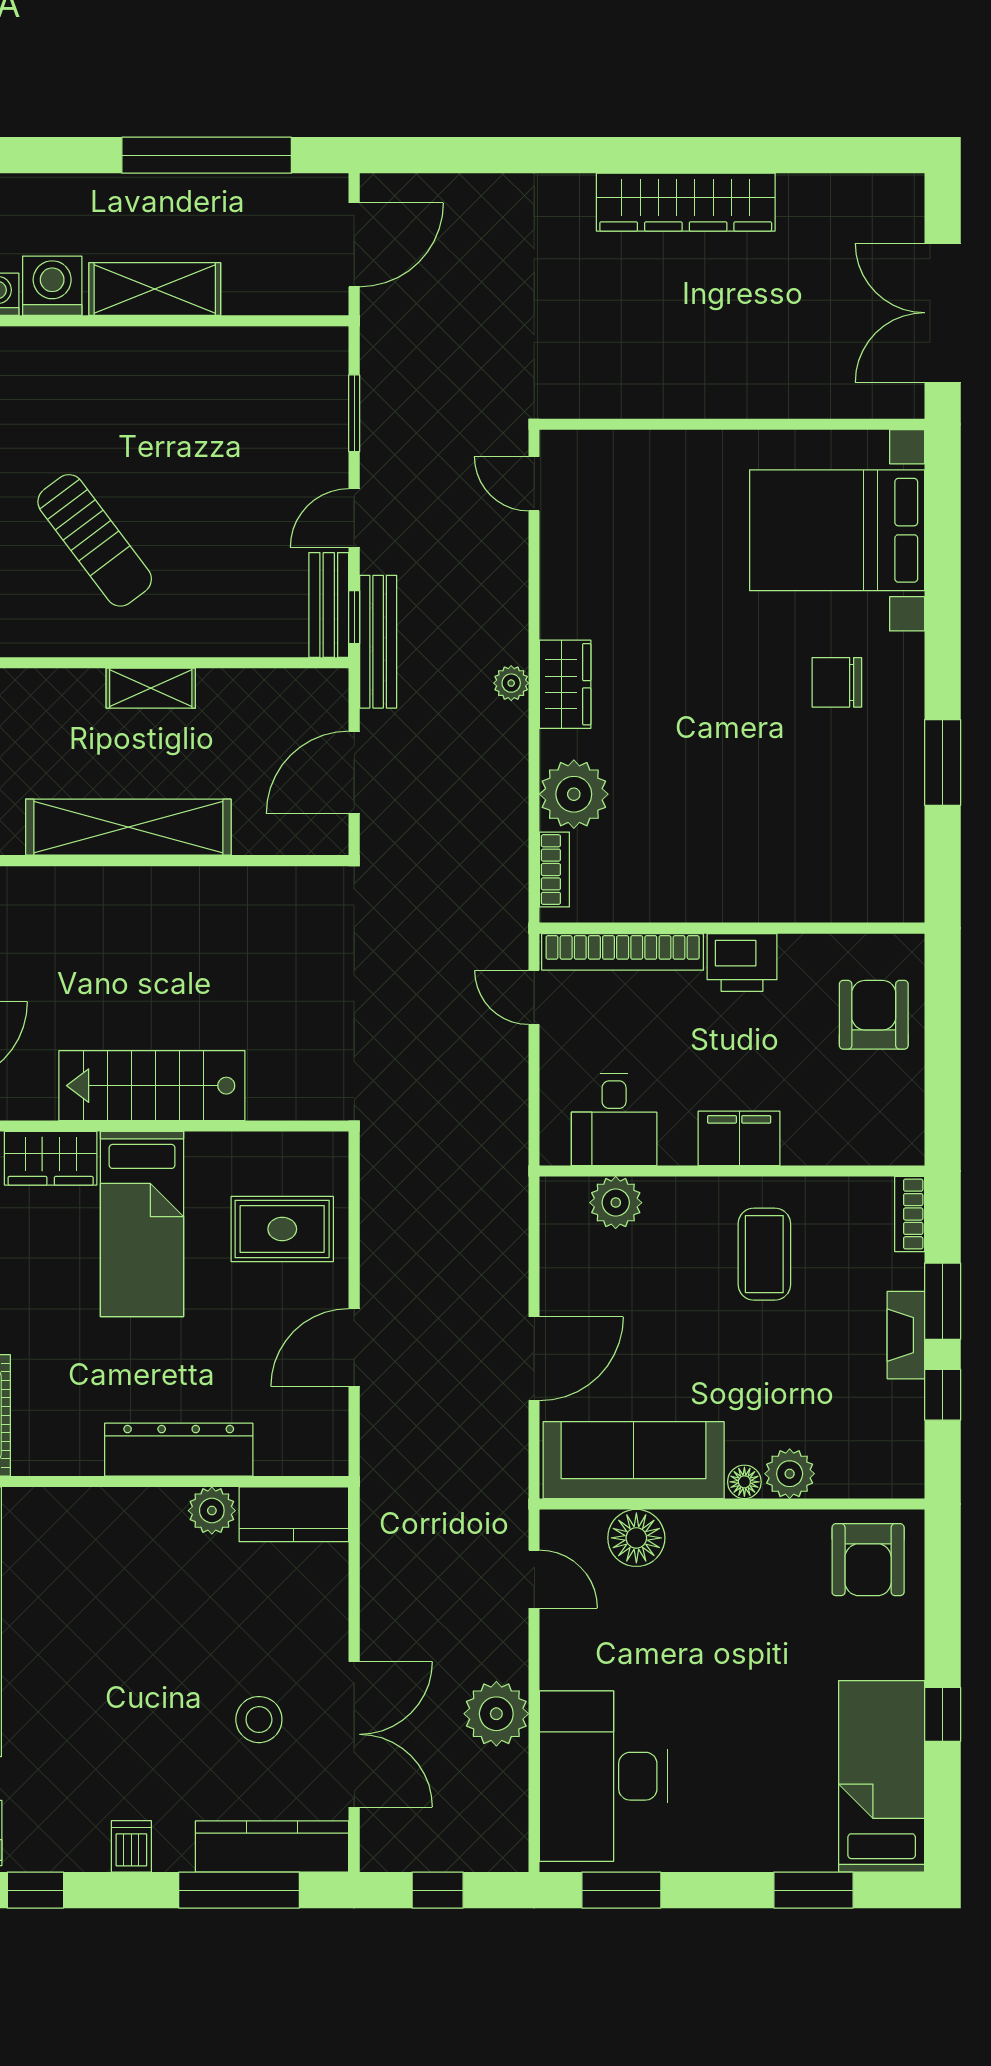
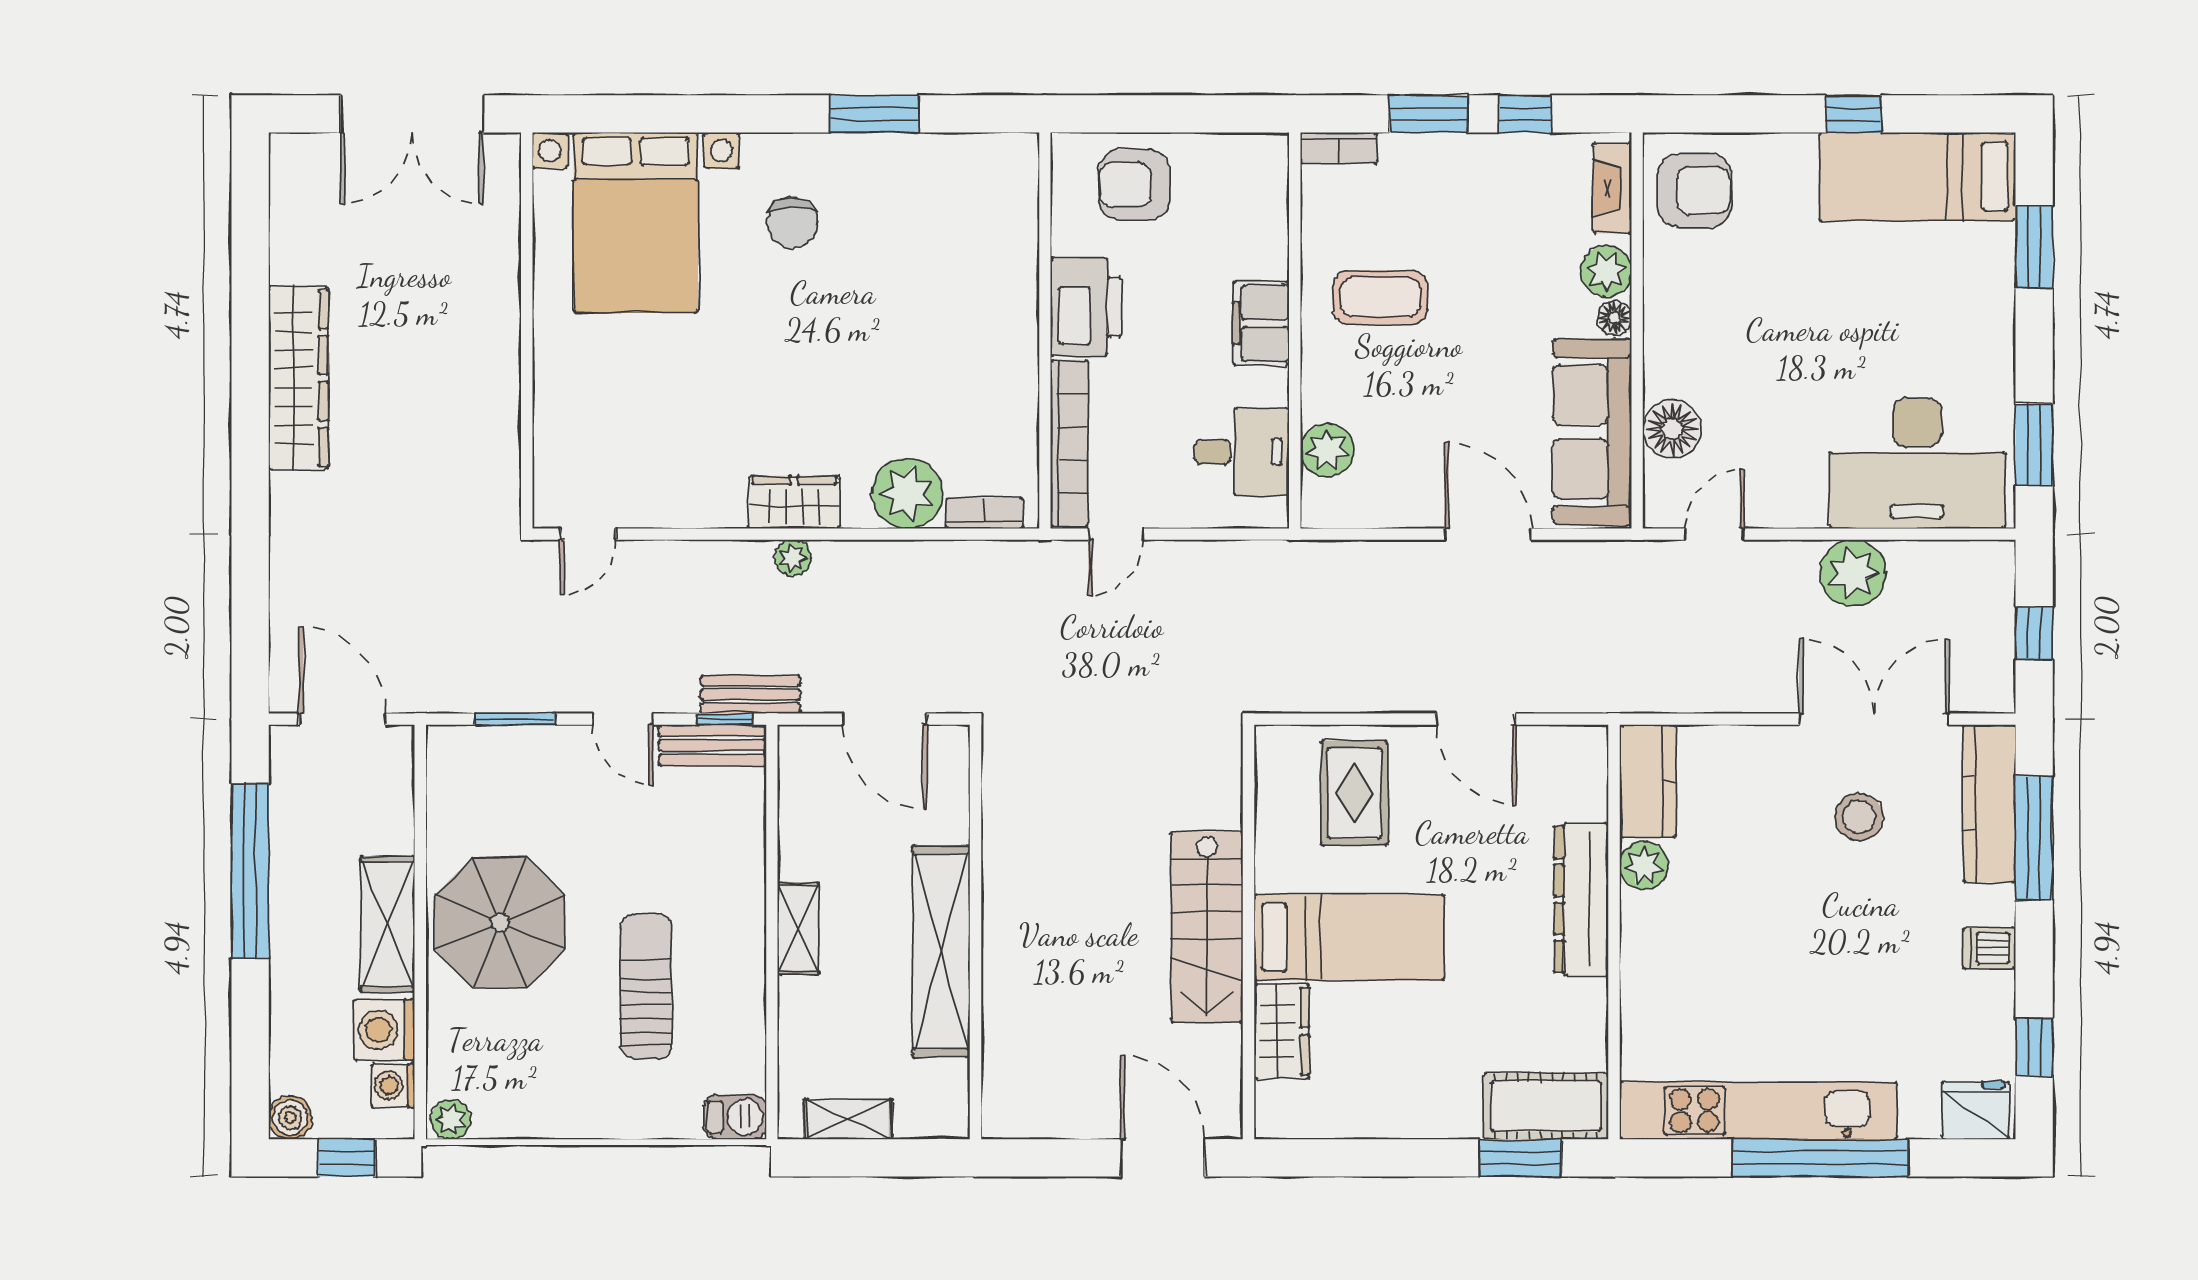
parasol: (156, 398) -> (500, 922), added
sun lounger: (95, 540) -> (646, 986), turned -53
bench: (378, 642) -> (750, 694), width x0.73
printer: (742, 962) -> (1086, 307), width x1.37, depth x1.19
fireplace: (906, 1335) -> (1612, 188), moved, turned 90

